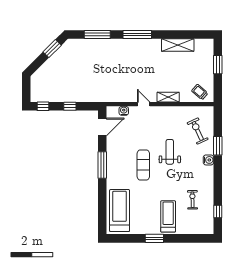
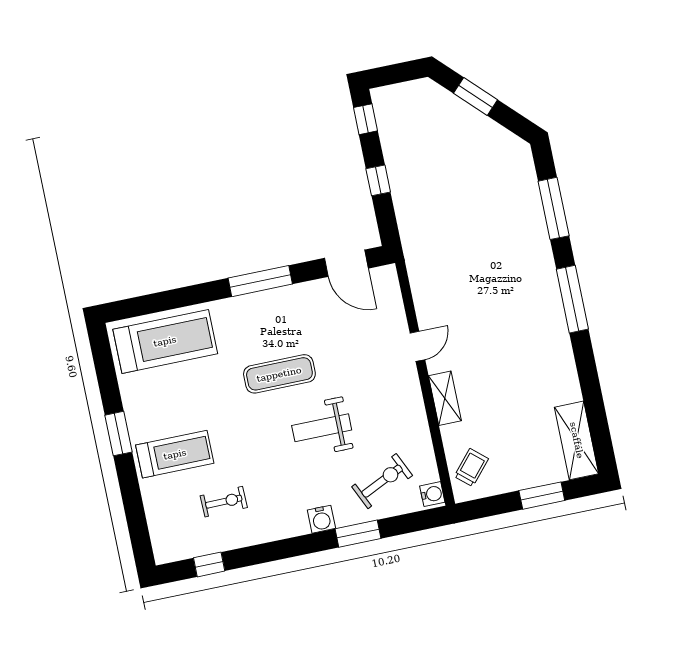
shelving: (178, 45) -> (577, 440), moved
window: (52, 49) -> (476, 97), moved
water cooler: (124, 111) -> (432, 494), moved
weight bench: (170, 152) -> (322, 428), turned 180

